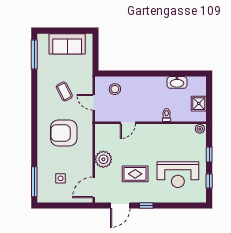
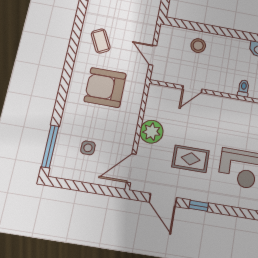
stool: (115, 89) -> (198, 46), moved
coffee table: (64, 91) -> (101, 41), moved
door: (120, 206) -> (163, 200), hinge flipped

